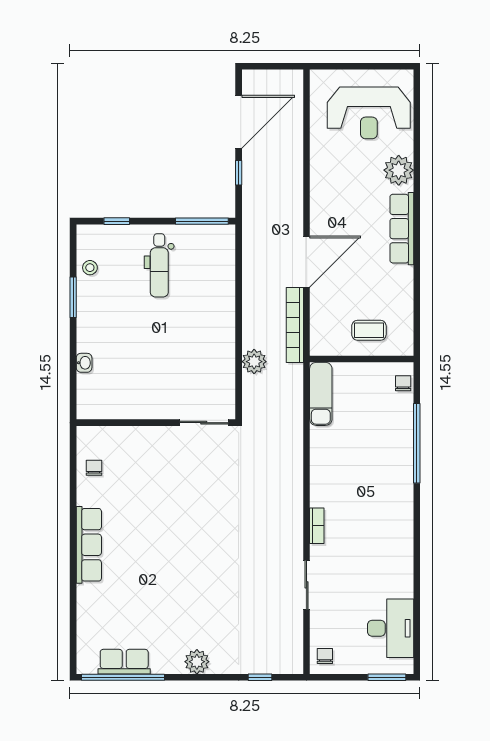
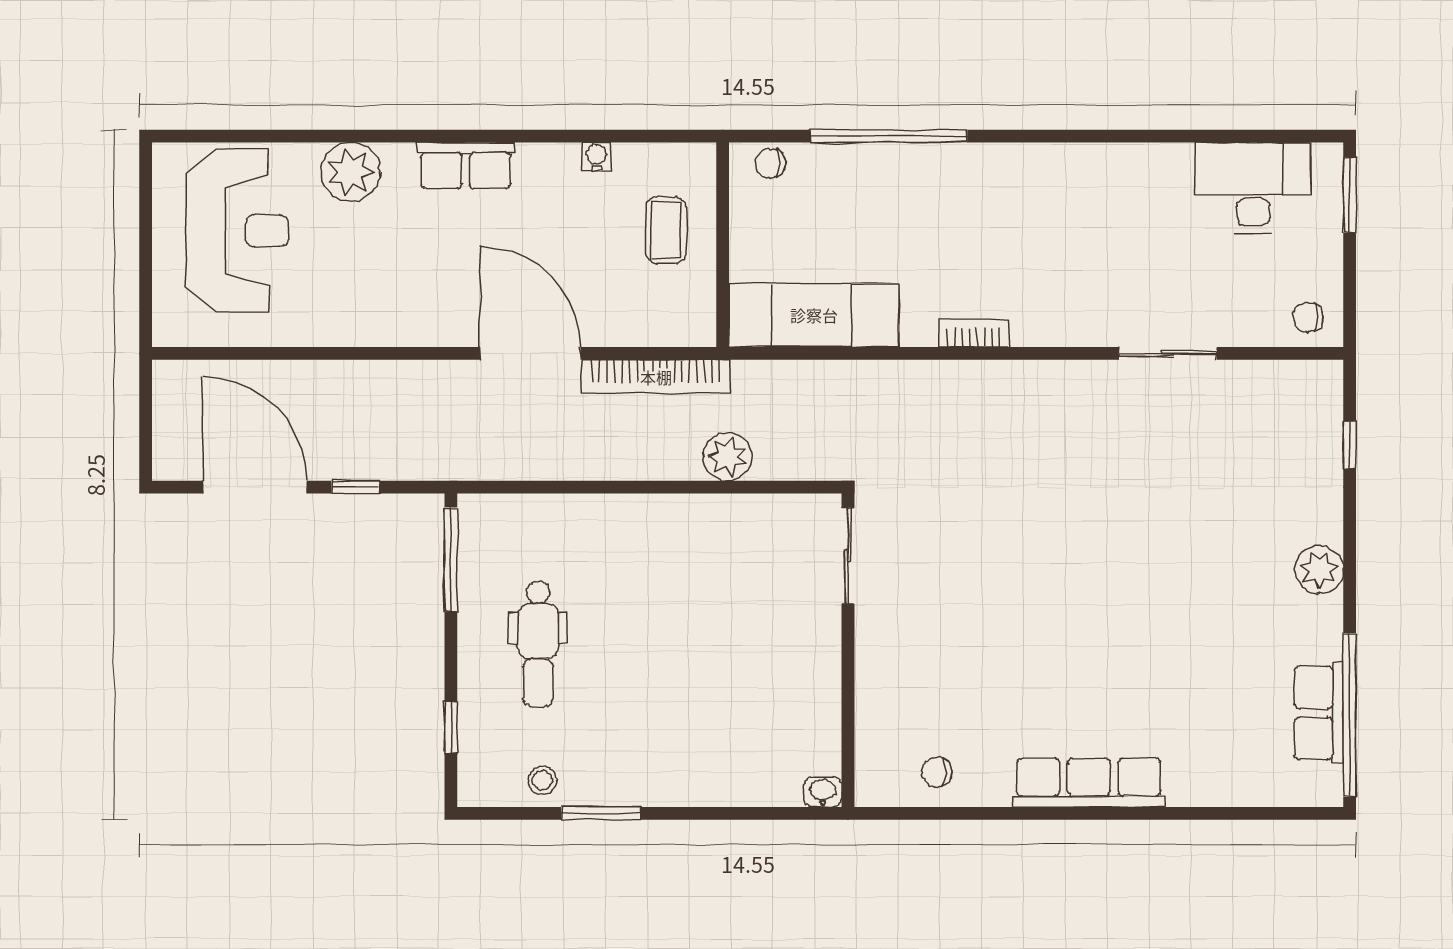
row of seats: (402, 229) -> (466, 165), width x0.68
dental chair: (159, 265) -> (538, 644), turned 90
water cooler: (406, 295) -> (597, 157), added
washbasin: (84, 363) -> (823, 792), moved
exam couch: (321, 394) -> (814, 315), width x1.36, depth x1.45
bookcase: (317, 526) -> (974, 333), moved

